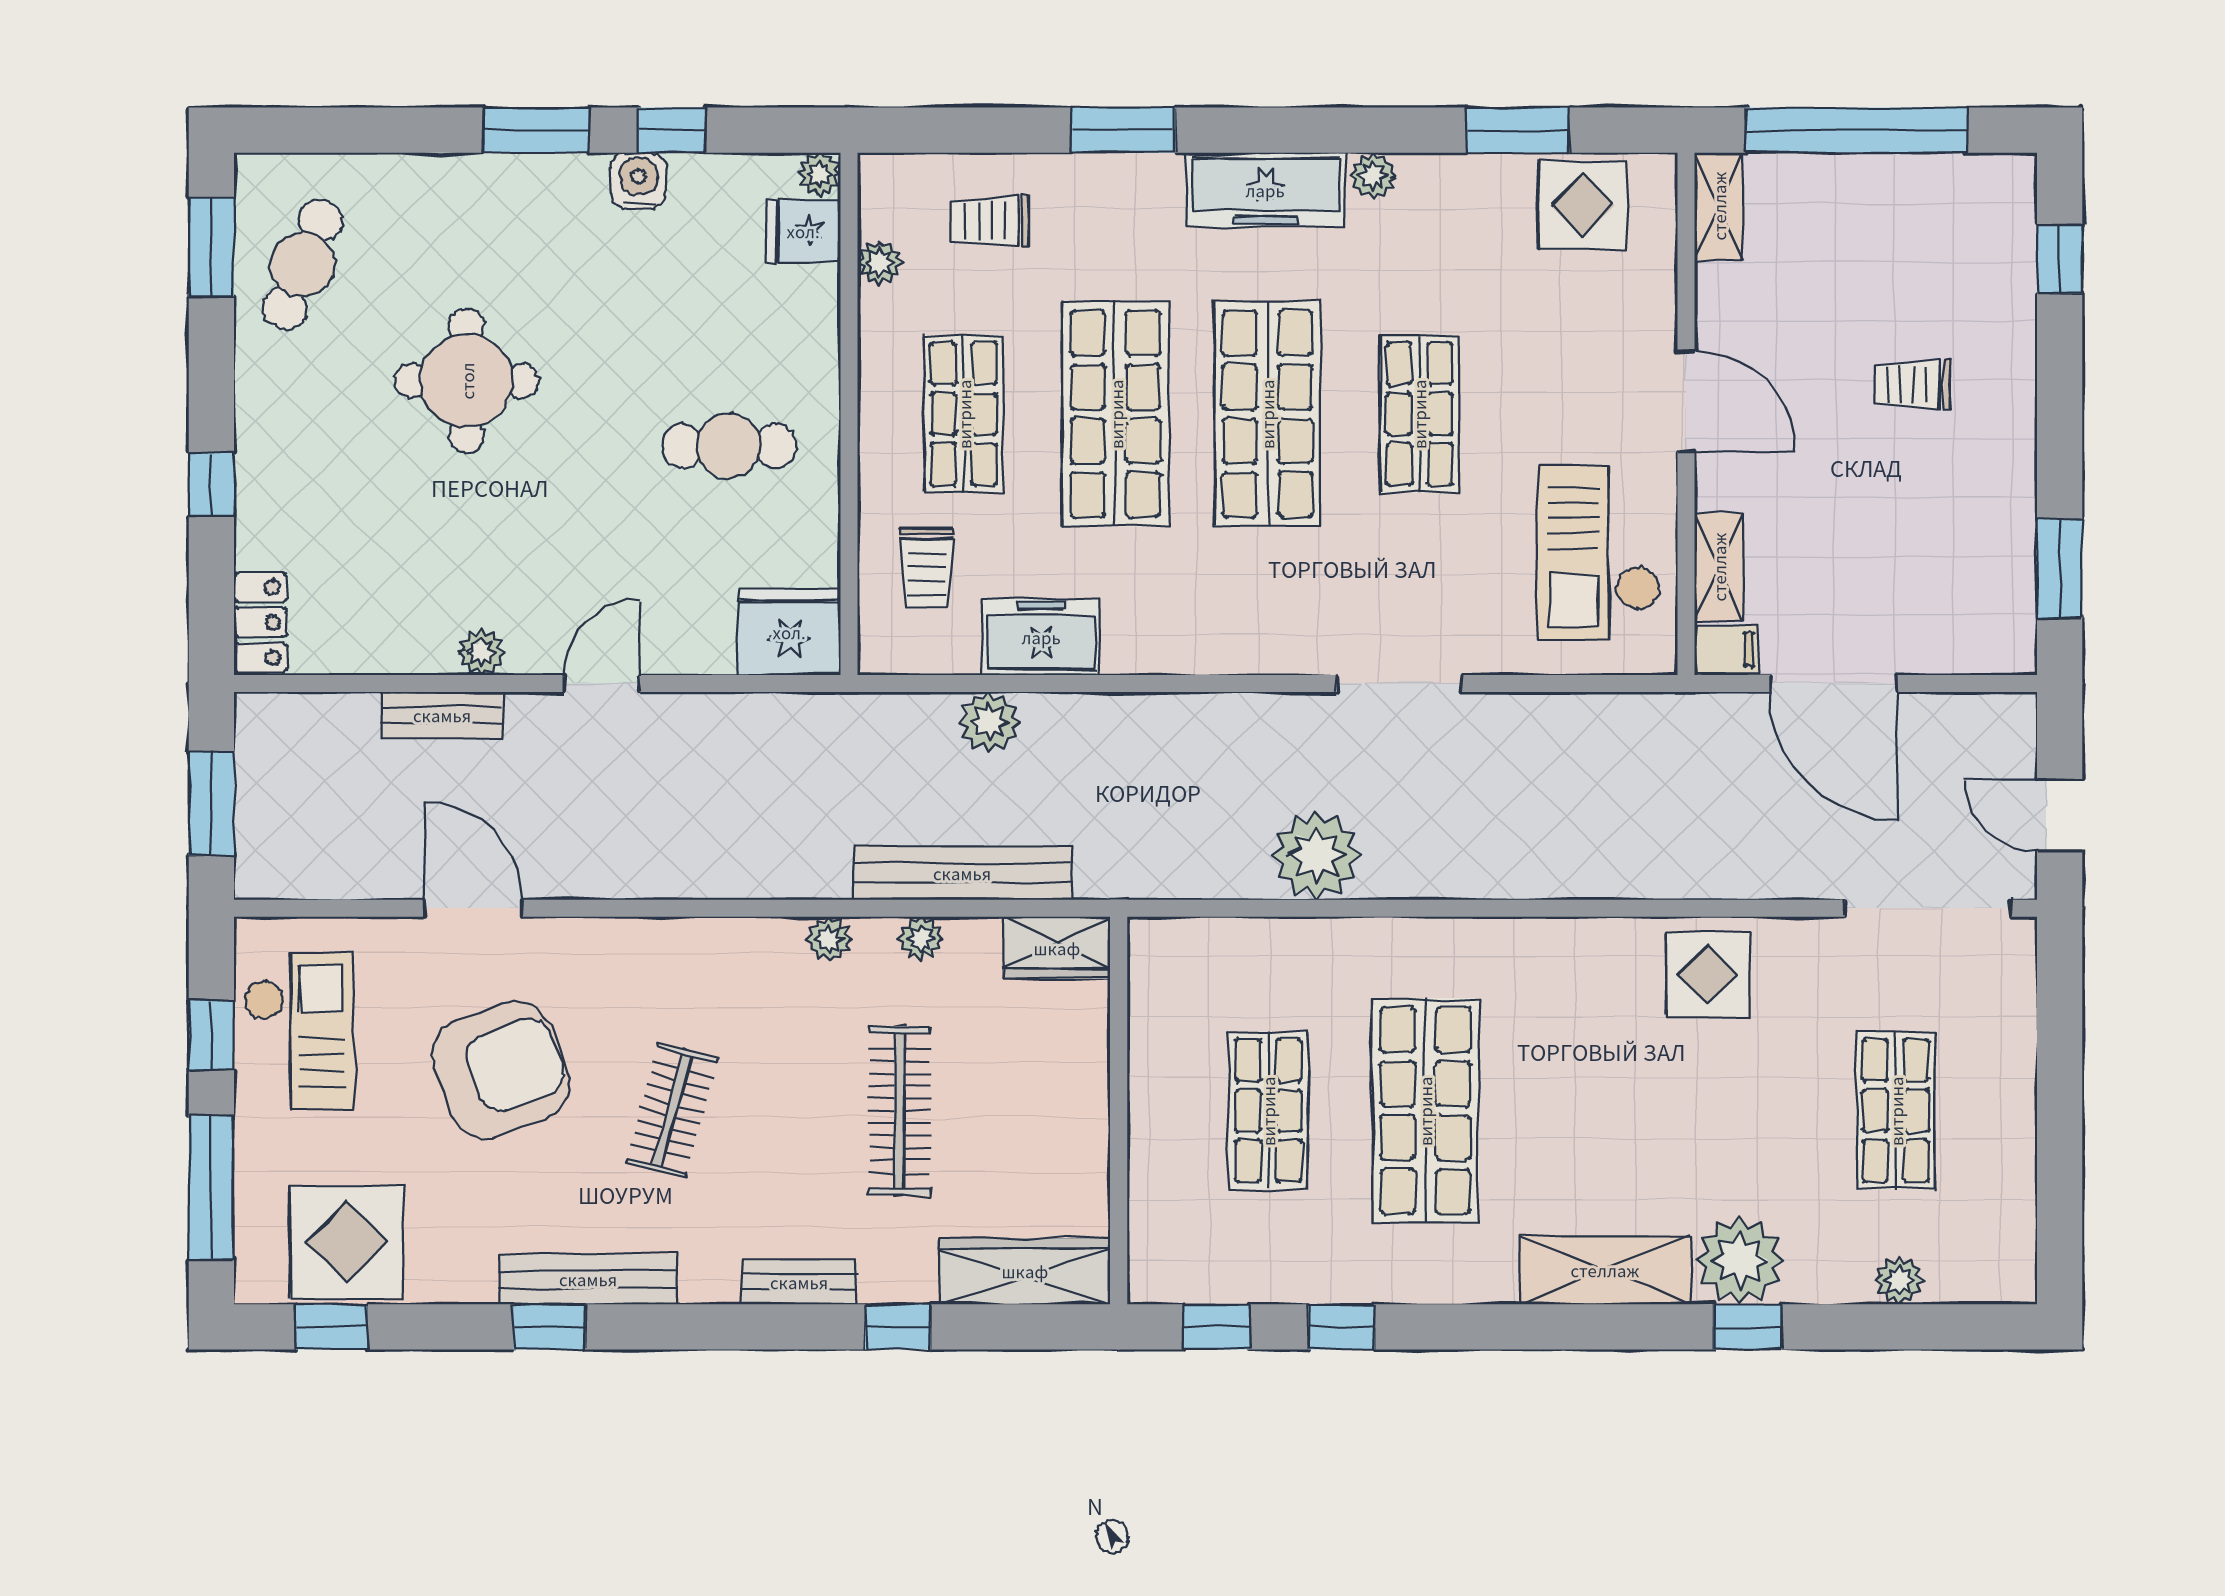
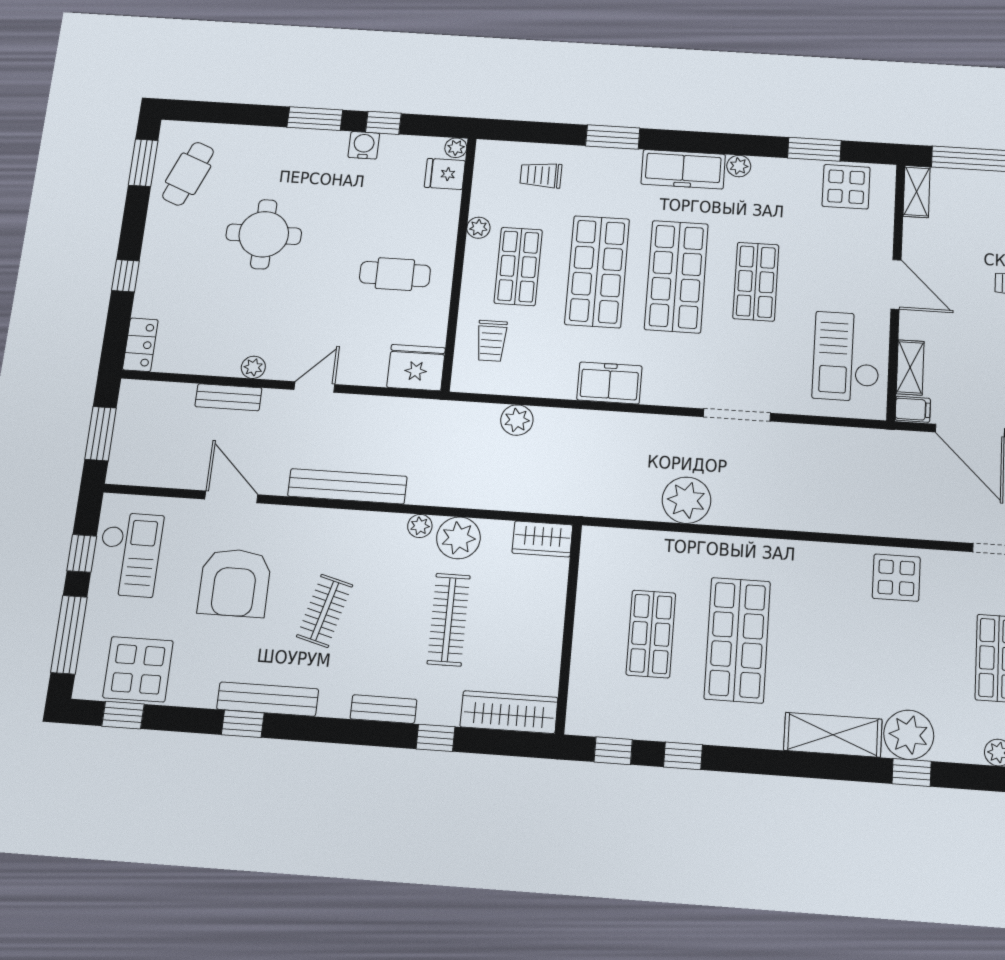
plant: (880, 263) -> (478, 228), moved
freezer: (1041, 637) -> (609, 383), moved
bench: (962, 873) -> (347, 486), moved
plant: (921, 938) -> (458, 538), width x1.88, depth x1.88
armchair: (501, 1070) -> (235, 583), turned 110

